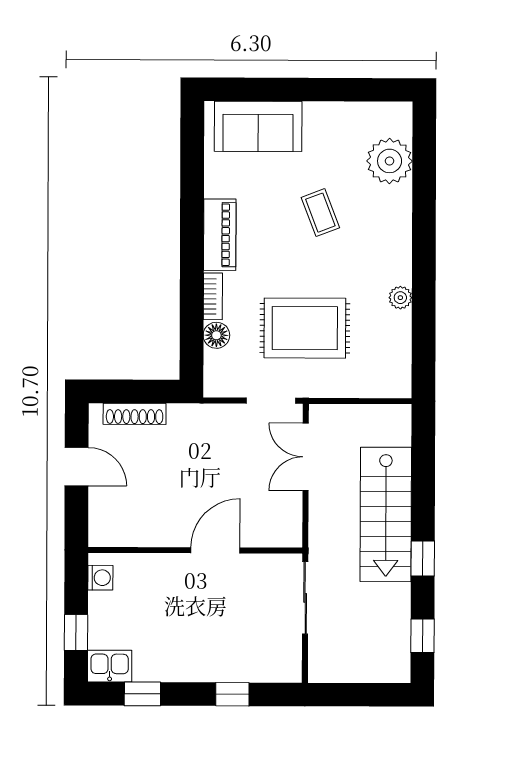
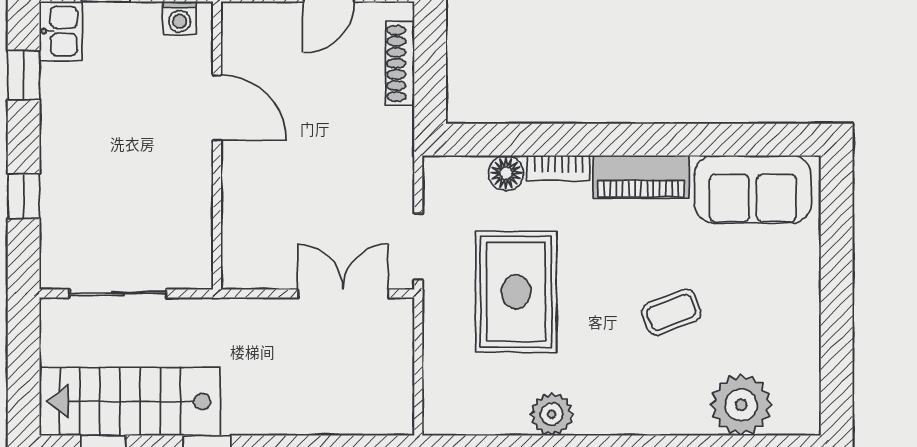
sofa: (258, 126) -> (753, 189), moved, turned -90
plant: (400, 298) -> (552, 414), width x1.38, depth x1.38
stairs: (386, 514) -> (130, 401), moved
door: (215, 550) -> (217, 108), moved
sliding door: (305, 598) -> (118, 294), moved

